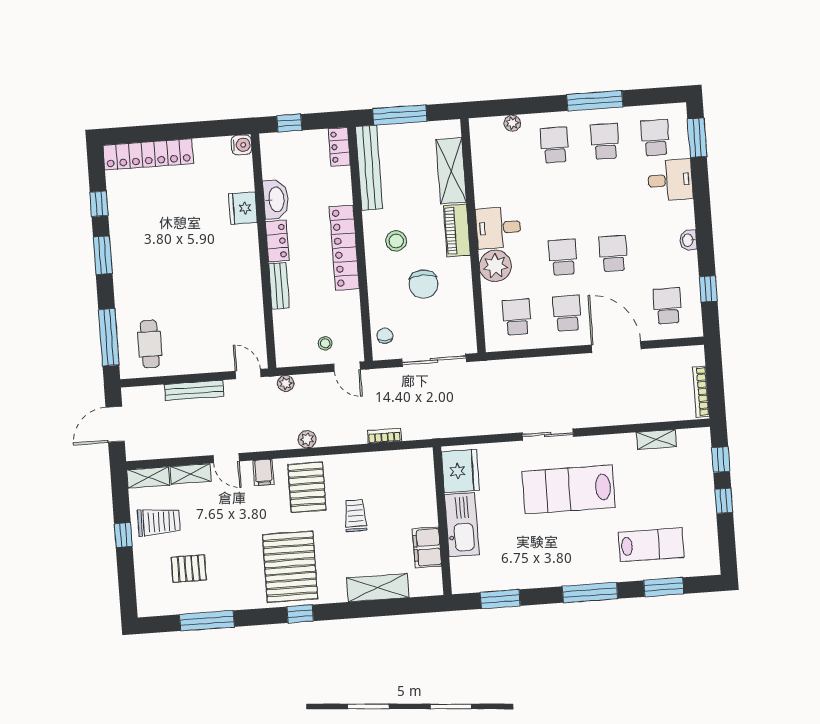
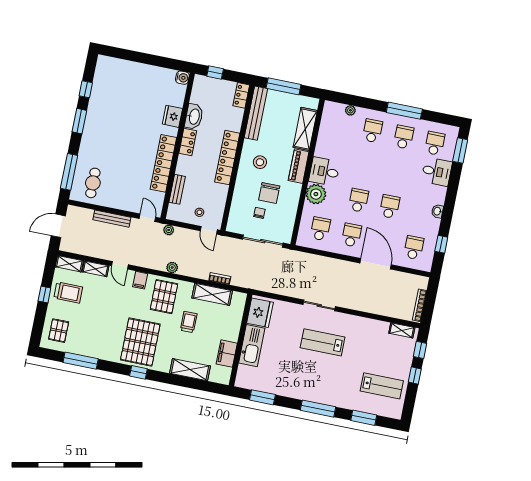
locker: (148, 154) -> (163, 163), moved, turned 90
bench: (279, 286) -> (177, 189), moved
chair: (385, 336) -> (259, 213), moved
shelving: (656, 439) -> (402, 330), moved
shelving: (380, 463) -> (212, 294), added
lab bench: (569, 489) -> (323, 342), width x0.73, depth x0.72
lab bench: (651, 545) -> (382, 386), moved
pallet: (189, 569) -> (59, 331), moved, turned 90

